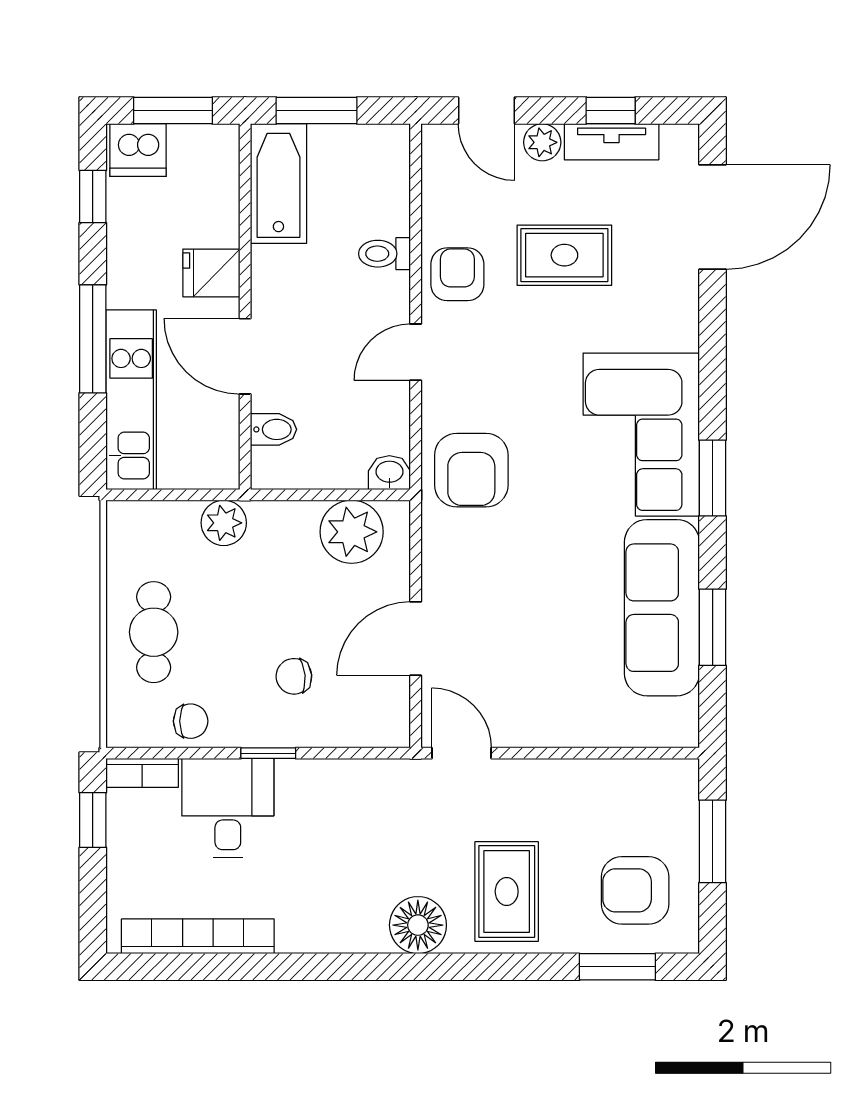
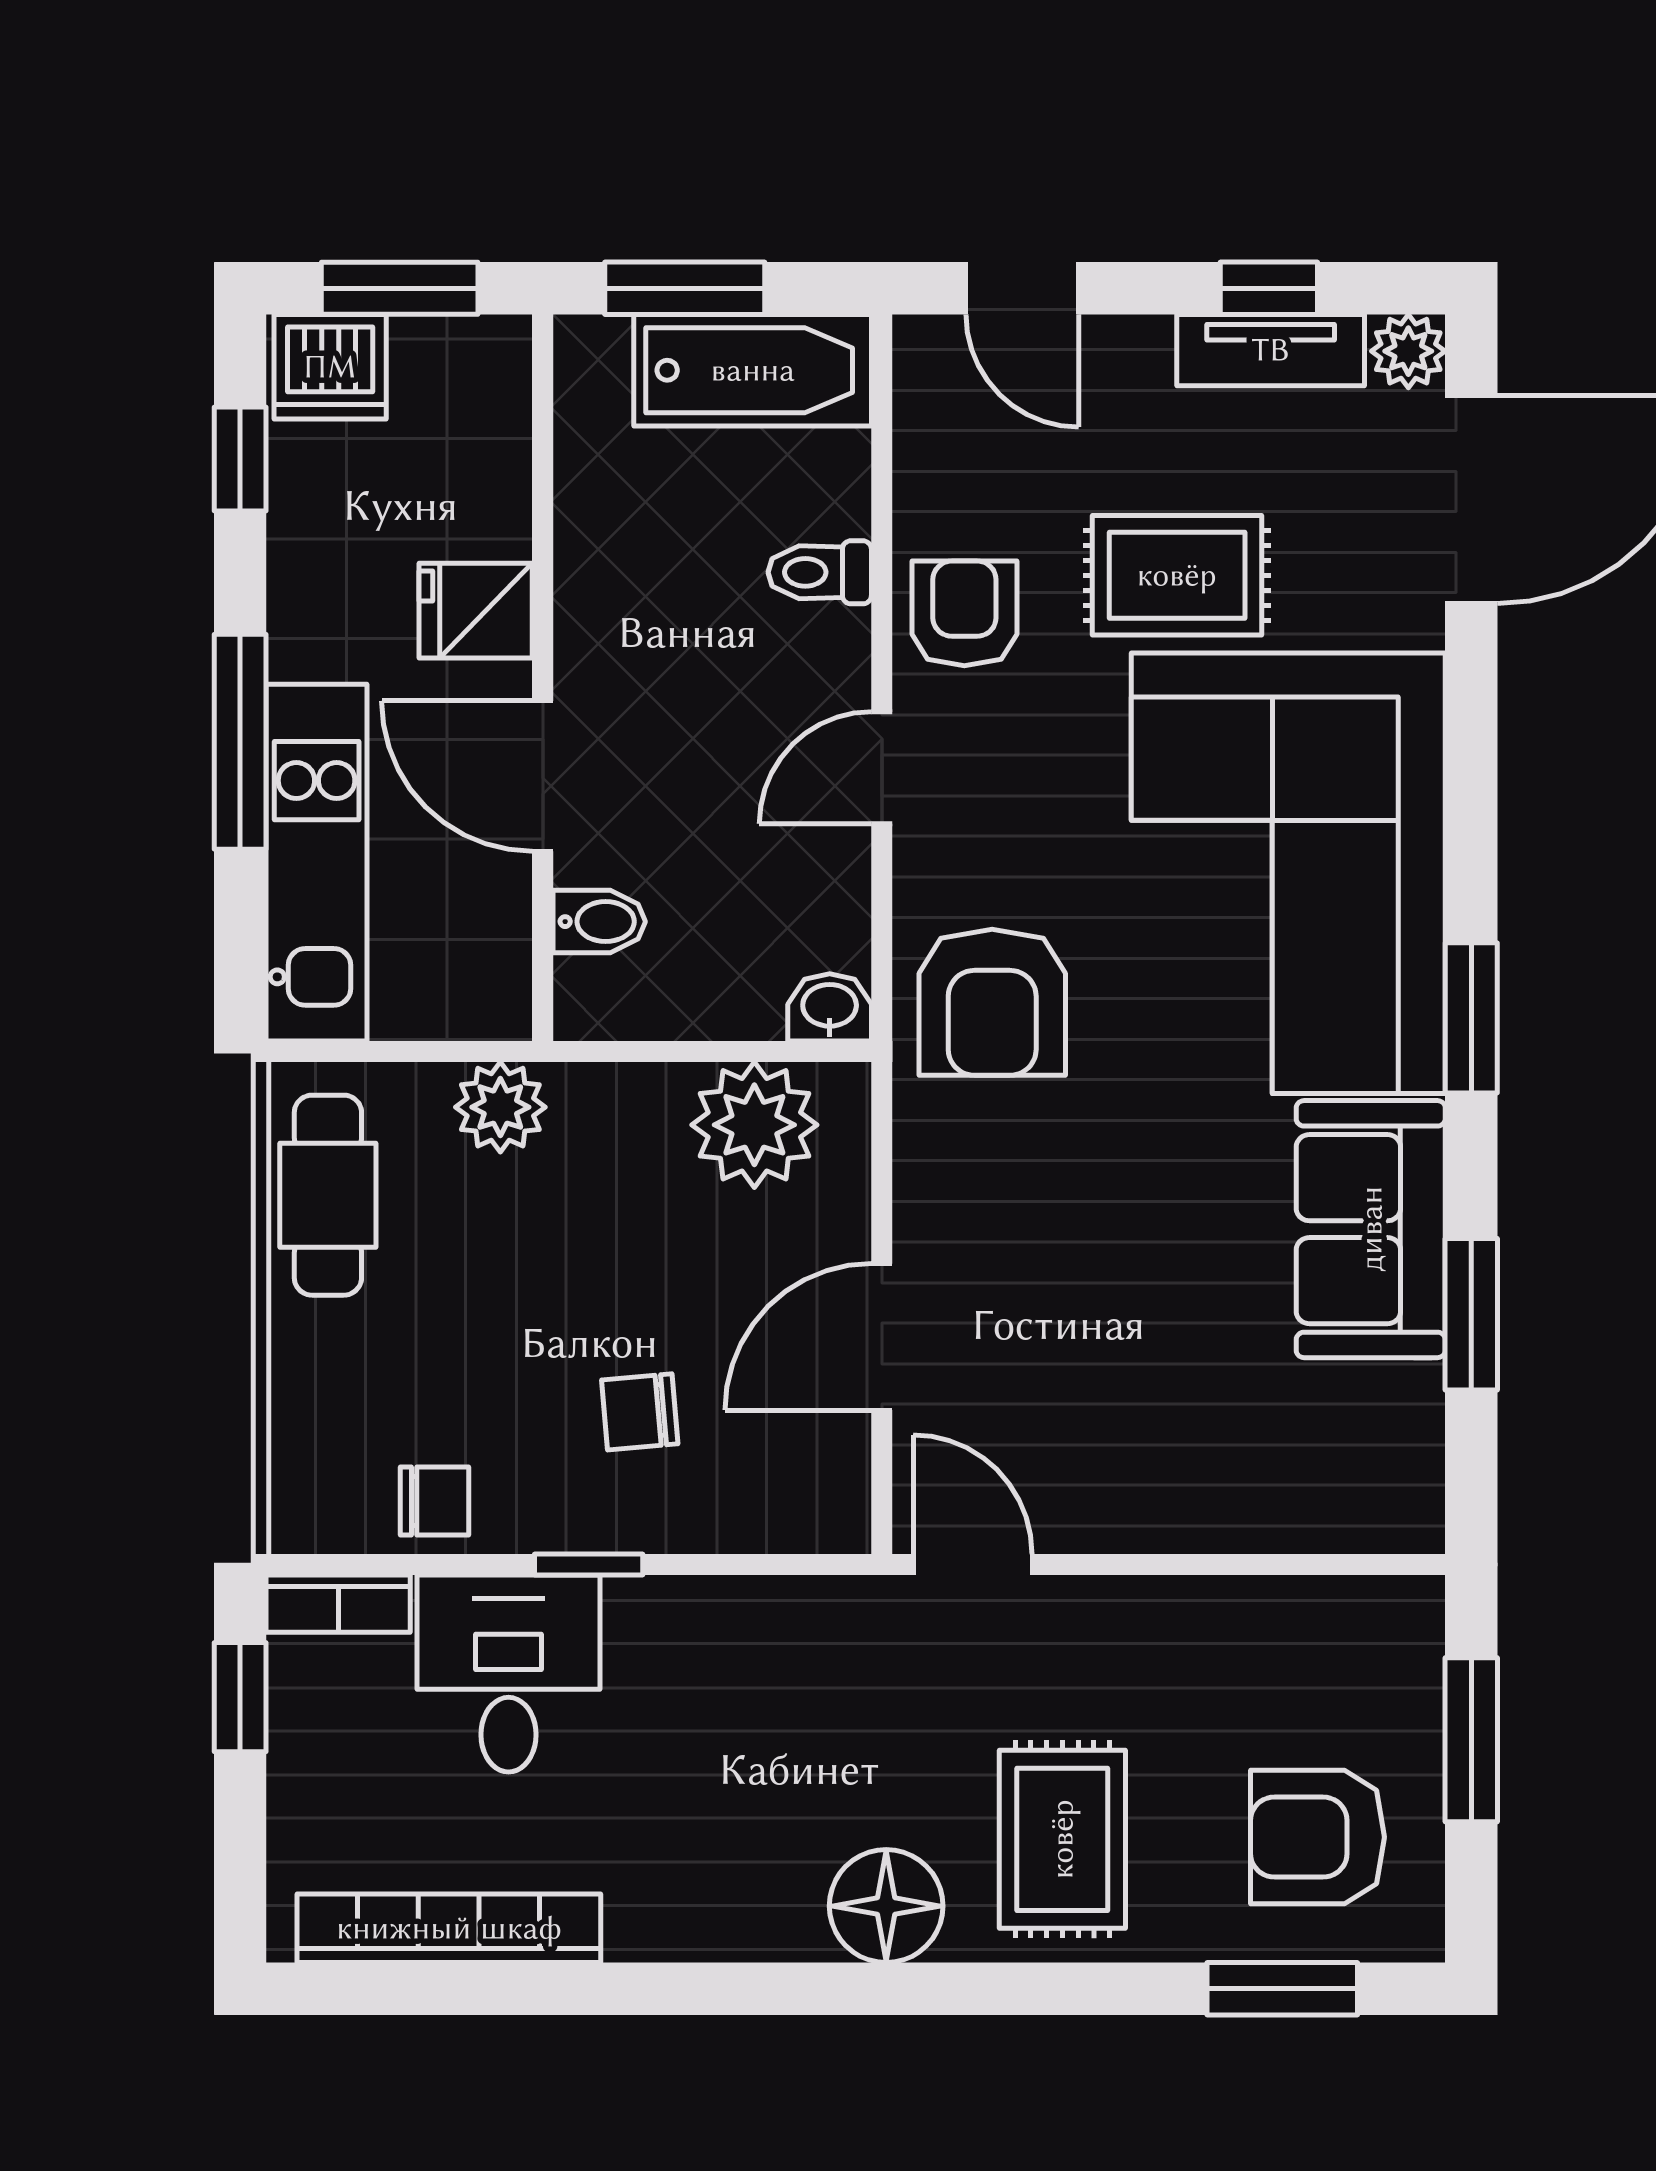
plant: (542, 142) -> (1408, 351), moved
bathtub: (278, 184) -> (753, 370), moved, turned 90
corner sofa: (641, 435) -> (1288, 873), width x1.36, depth x1.36
sofa: (662, 608) -> (1371, 1229), width x0.73
cafe table: (154, 632) -> (328, 1195), moved

